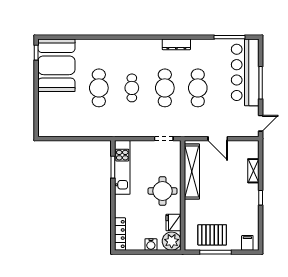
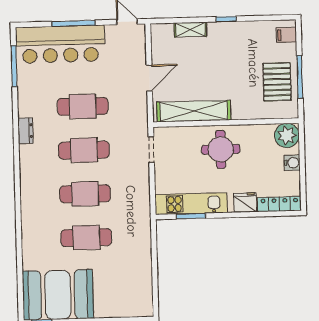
dresser: (176, 44) -> (25, 131), width x0.70
cafe table: (132, 88) -> (85, 194), width x1.37, depth x1.35
fridge: (173, 222) -> (245, 203), moved, turned 180

